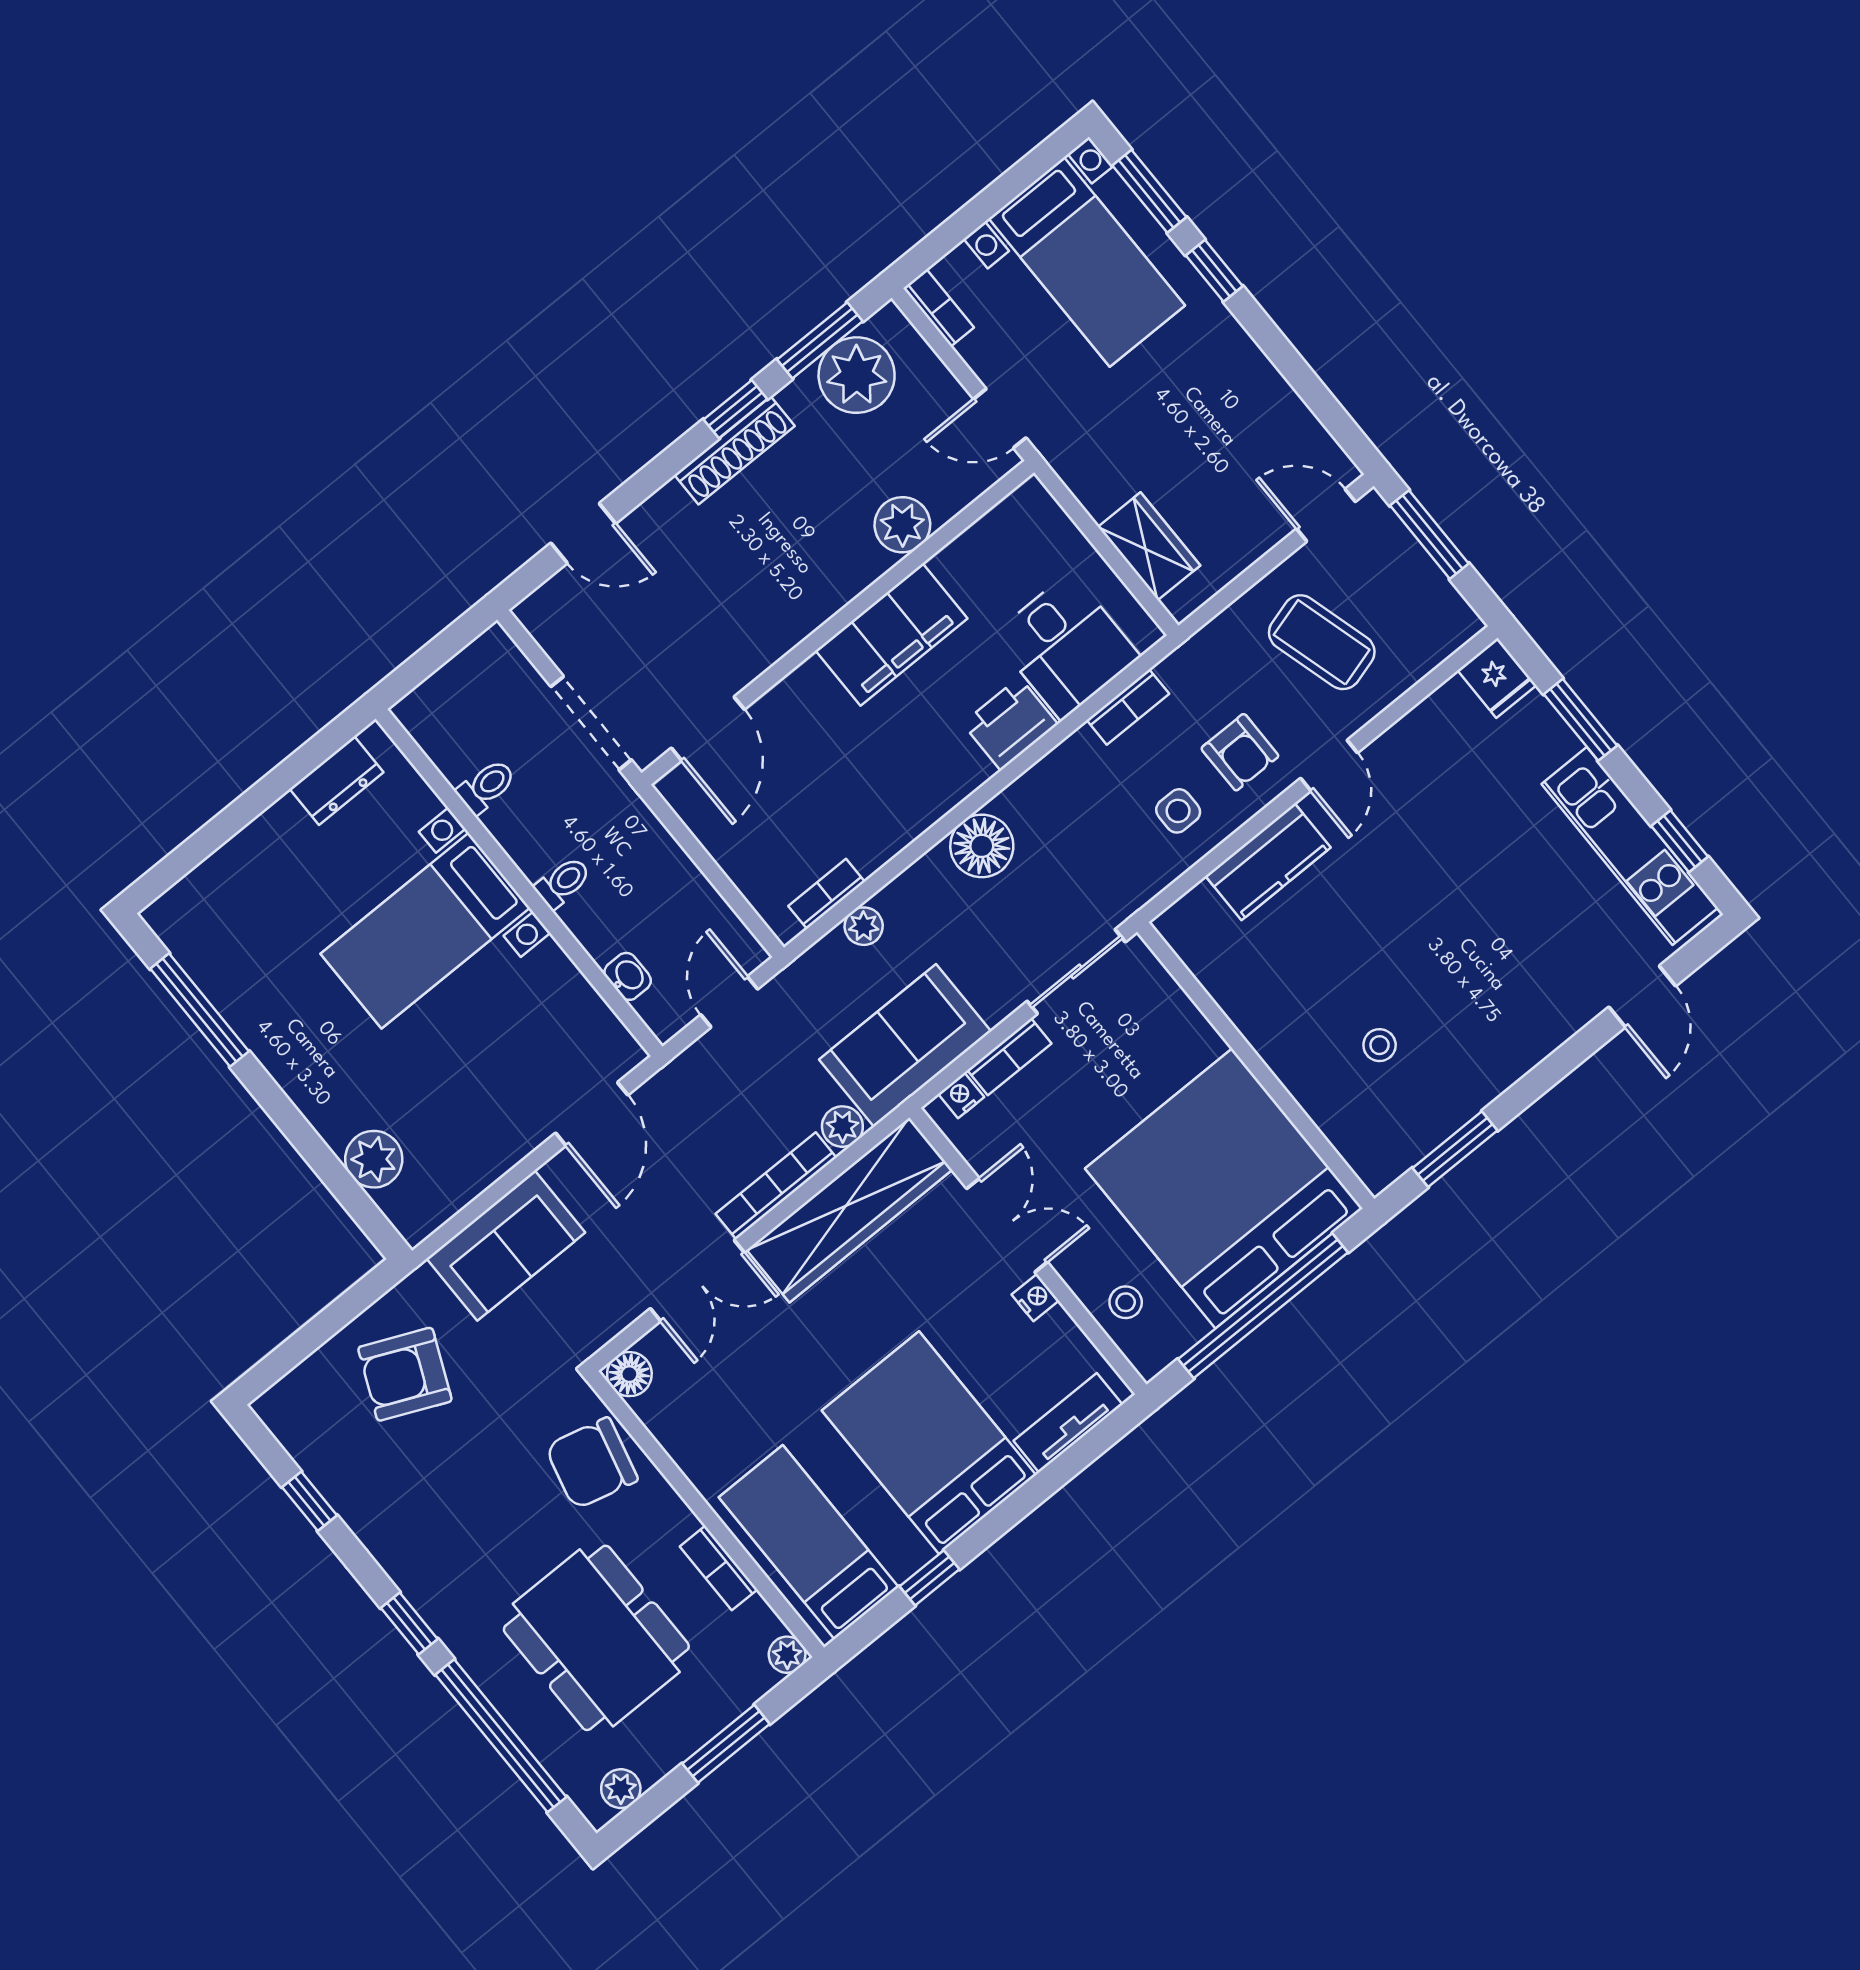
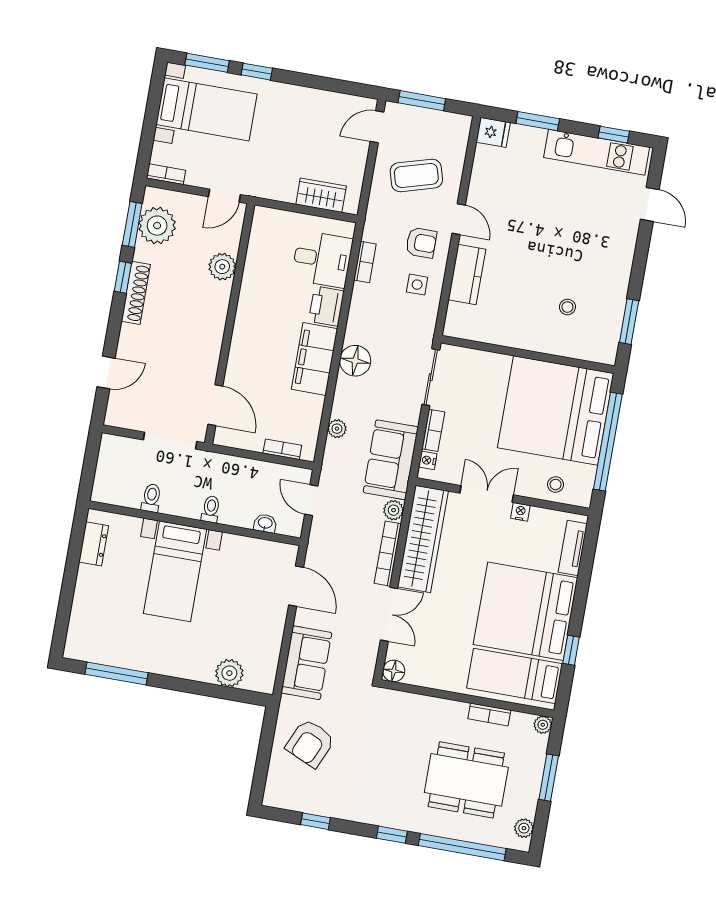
filing cabinet: (891, 635) -> (315, 359), moved, turned 180
bookcase: (826, 894) -> (282, 449), moved, turned 90
bed: (929, 1443) -> (525, 611), width x1.36
chair: (592, 1463) -> (408, 716), removed

